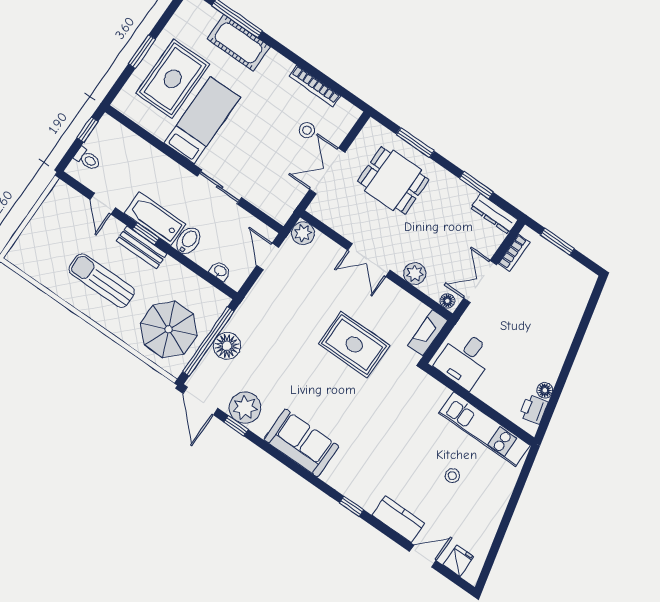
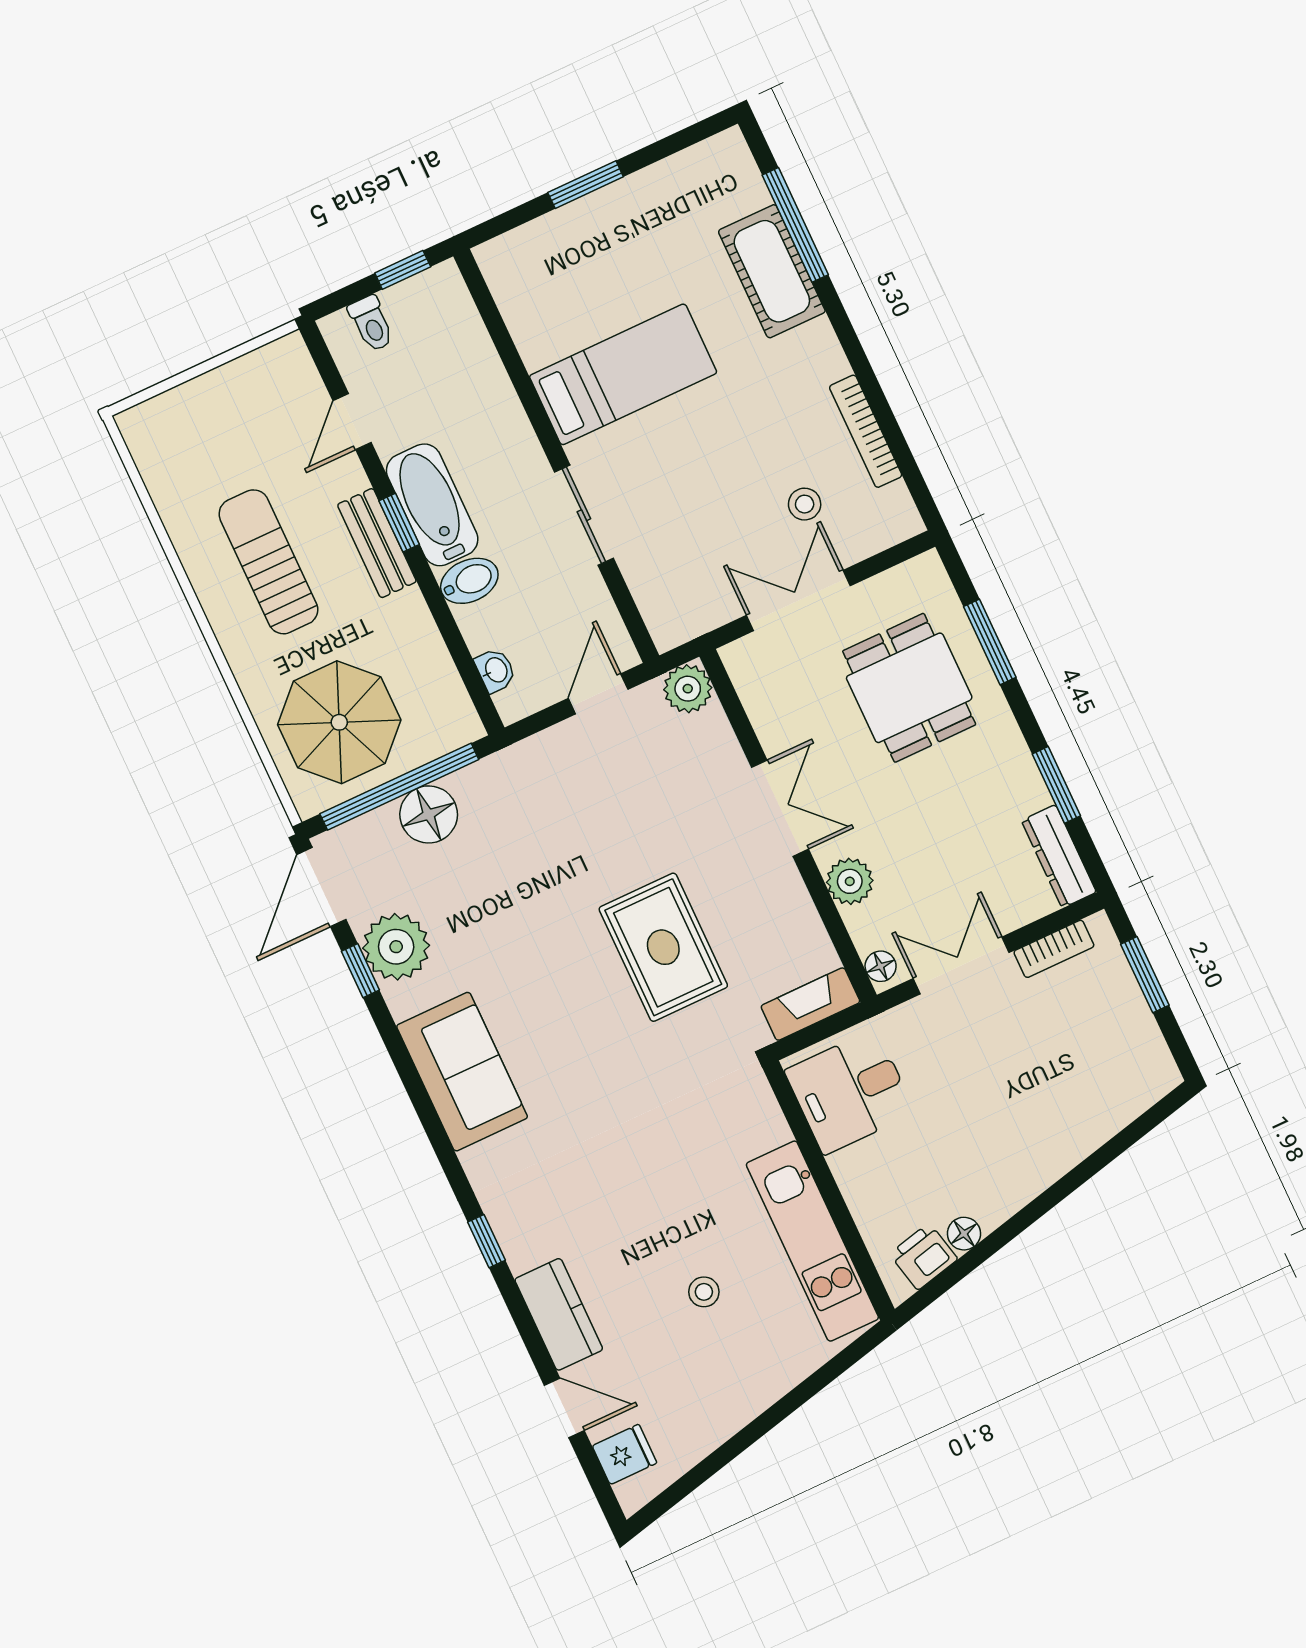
rug: (173, 79) -> (613, 267), removed
double door: (369, 260) -> (780, 808), swing flipped

